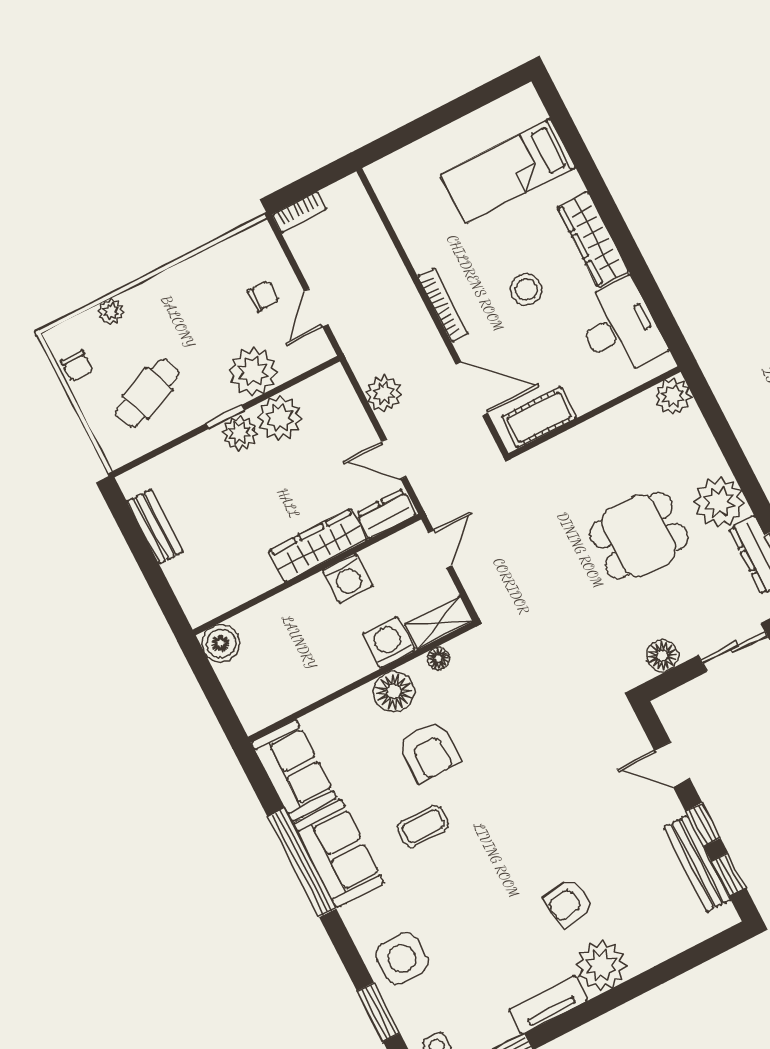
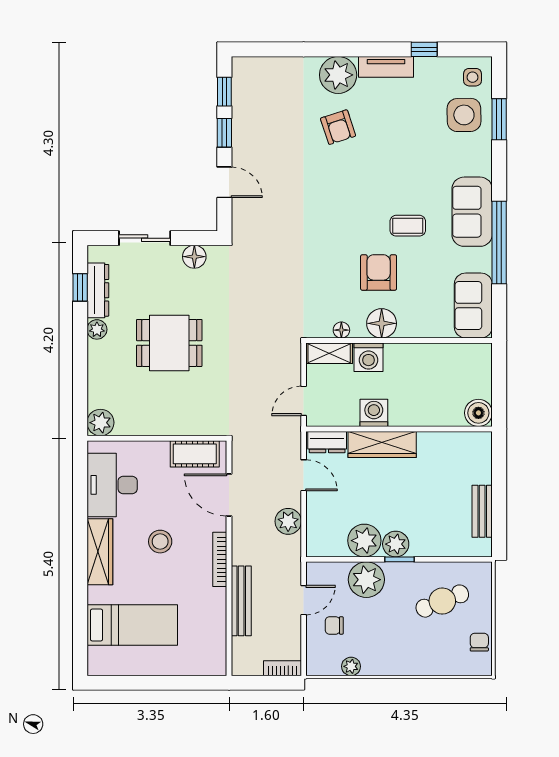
plant: (111, 312) -> (351, 666), moved
plant: (719, 502) -> (97, 329), width x0.53, depth x0.53
sofa: (338, 853) -> (472, 212), moved
bench: (697, 864) -> (241, 601), moved
armchair: (569, 902) -> (338, 127), turned 81
side table: (402, 958) -> (464, 115), moved

